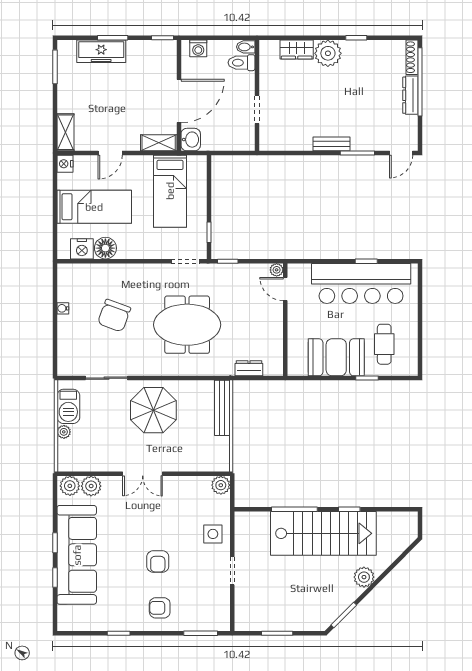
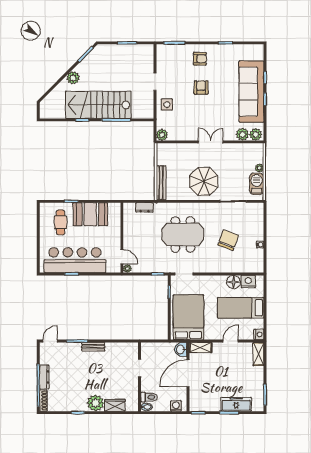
bed: (170, 191) -> (188, 317), width x1.50

